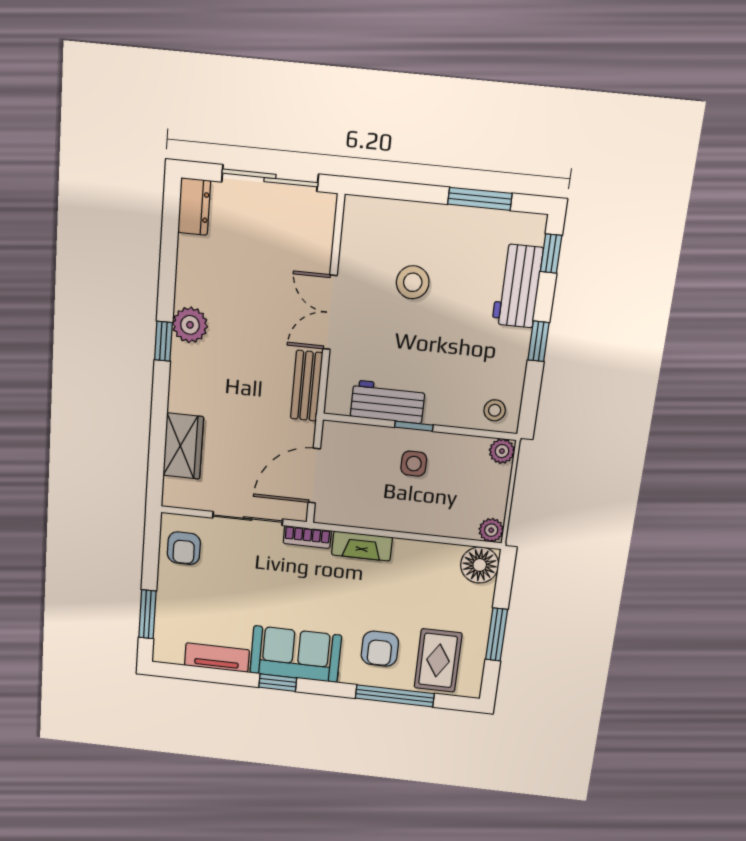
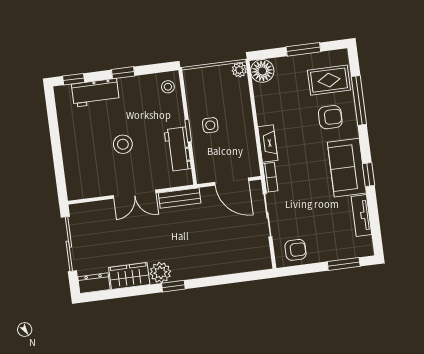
window: (480, 199) -> (54, 126), removed
stool: (413, 282) -> (123, 144), moved
wardrobe: (183, 446) -> (129, 276), moved
plant: (502, 451) -> (191, 76), removed

